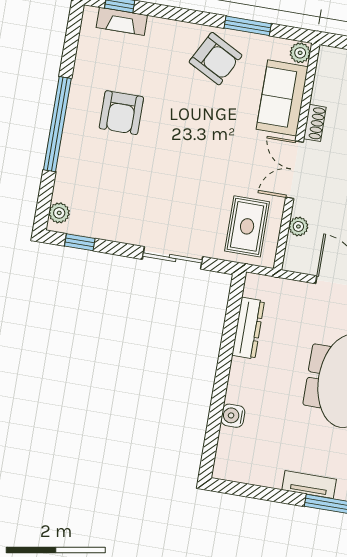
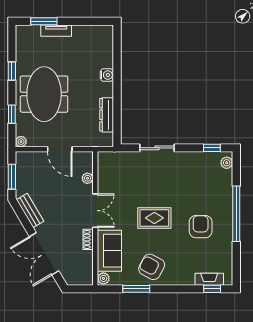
rug: (247, 226) -> (154, 218), moved, turned 90
water cooler: (233, 416) -> (107, 75), moved

